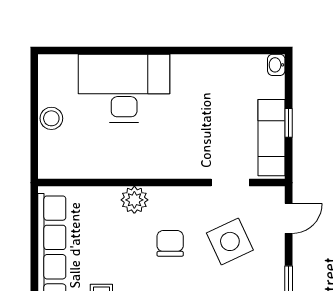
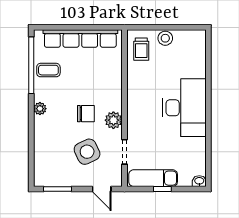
desk: (124, 88) -> (184, 108), moved
trolley: (68, 156) -> (141, 49), added
plant: (134, 200) -> (113, 120), moved

